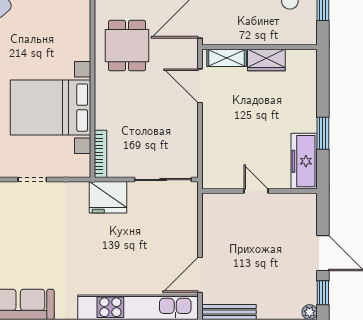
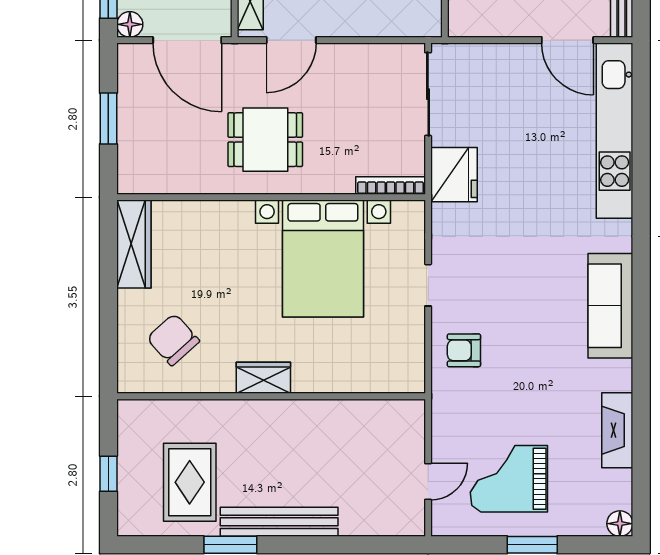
dining table: (127, 46) -> (265, 140), moved

